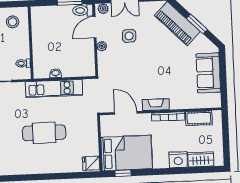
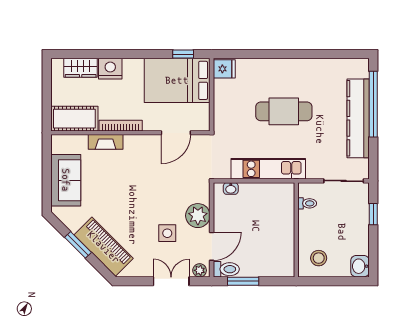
plant: (102, 46) -> (198, 216), width x1.87, depth x1.87
washbasin: (56, 73) -> (231, 189), moved
fireplace: (156, 105) -> (106, 142), moved
door: (126, 113) -> (176, 133), hinge flipped
cot: (199, 118) -> (74, 119), width x1.37, depth x1.34

